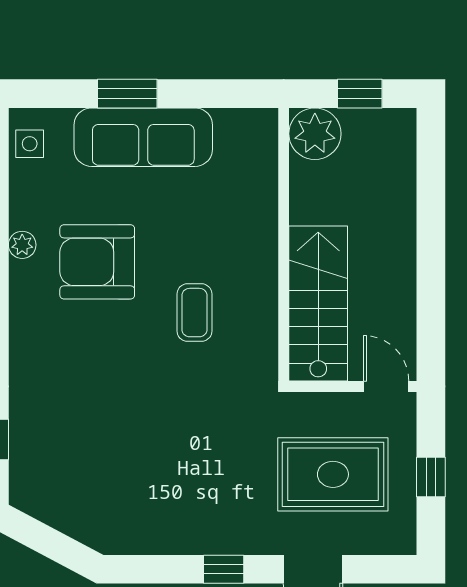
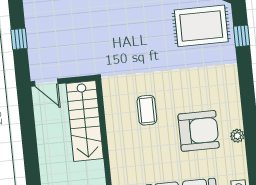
rug: (333, 474) -> (201, 26), moved

